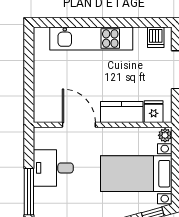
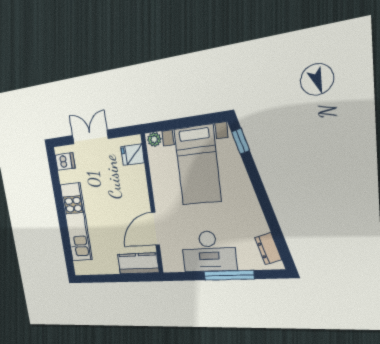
kitchen counter: (122, 112) -> (138, 263), moved, turned 90
desk: (53, 168) -> (209, 251), width x1.37

